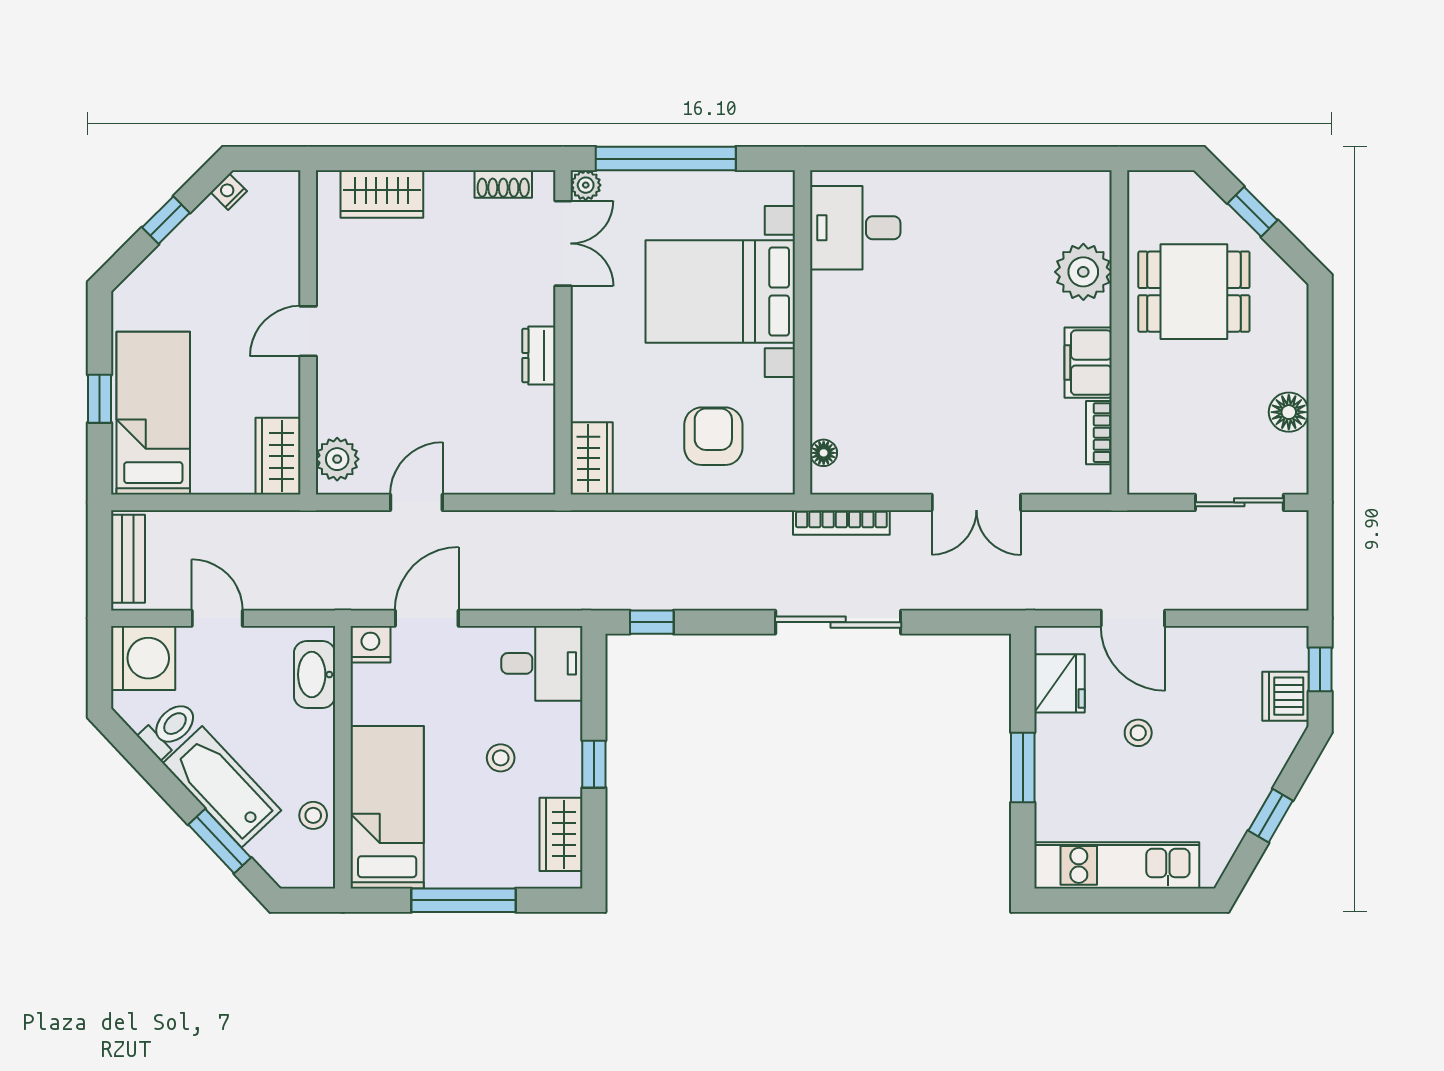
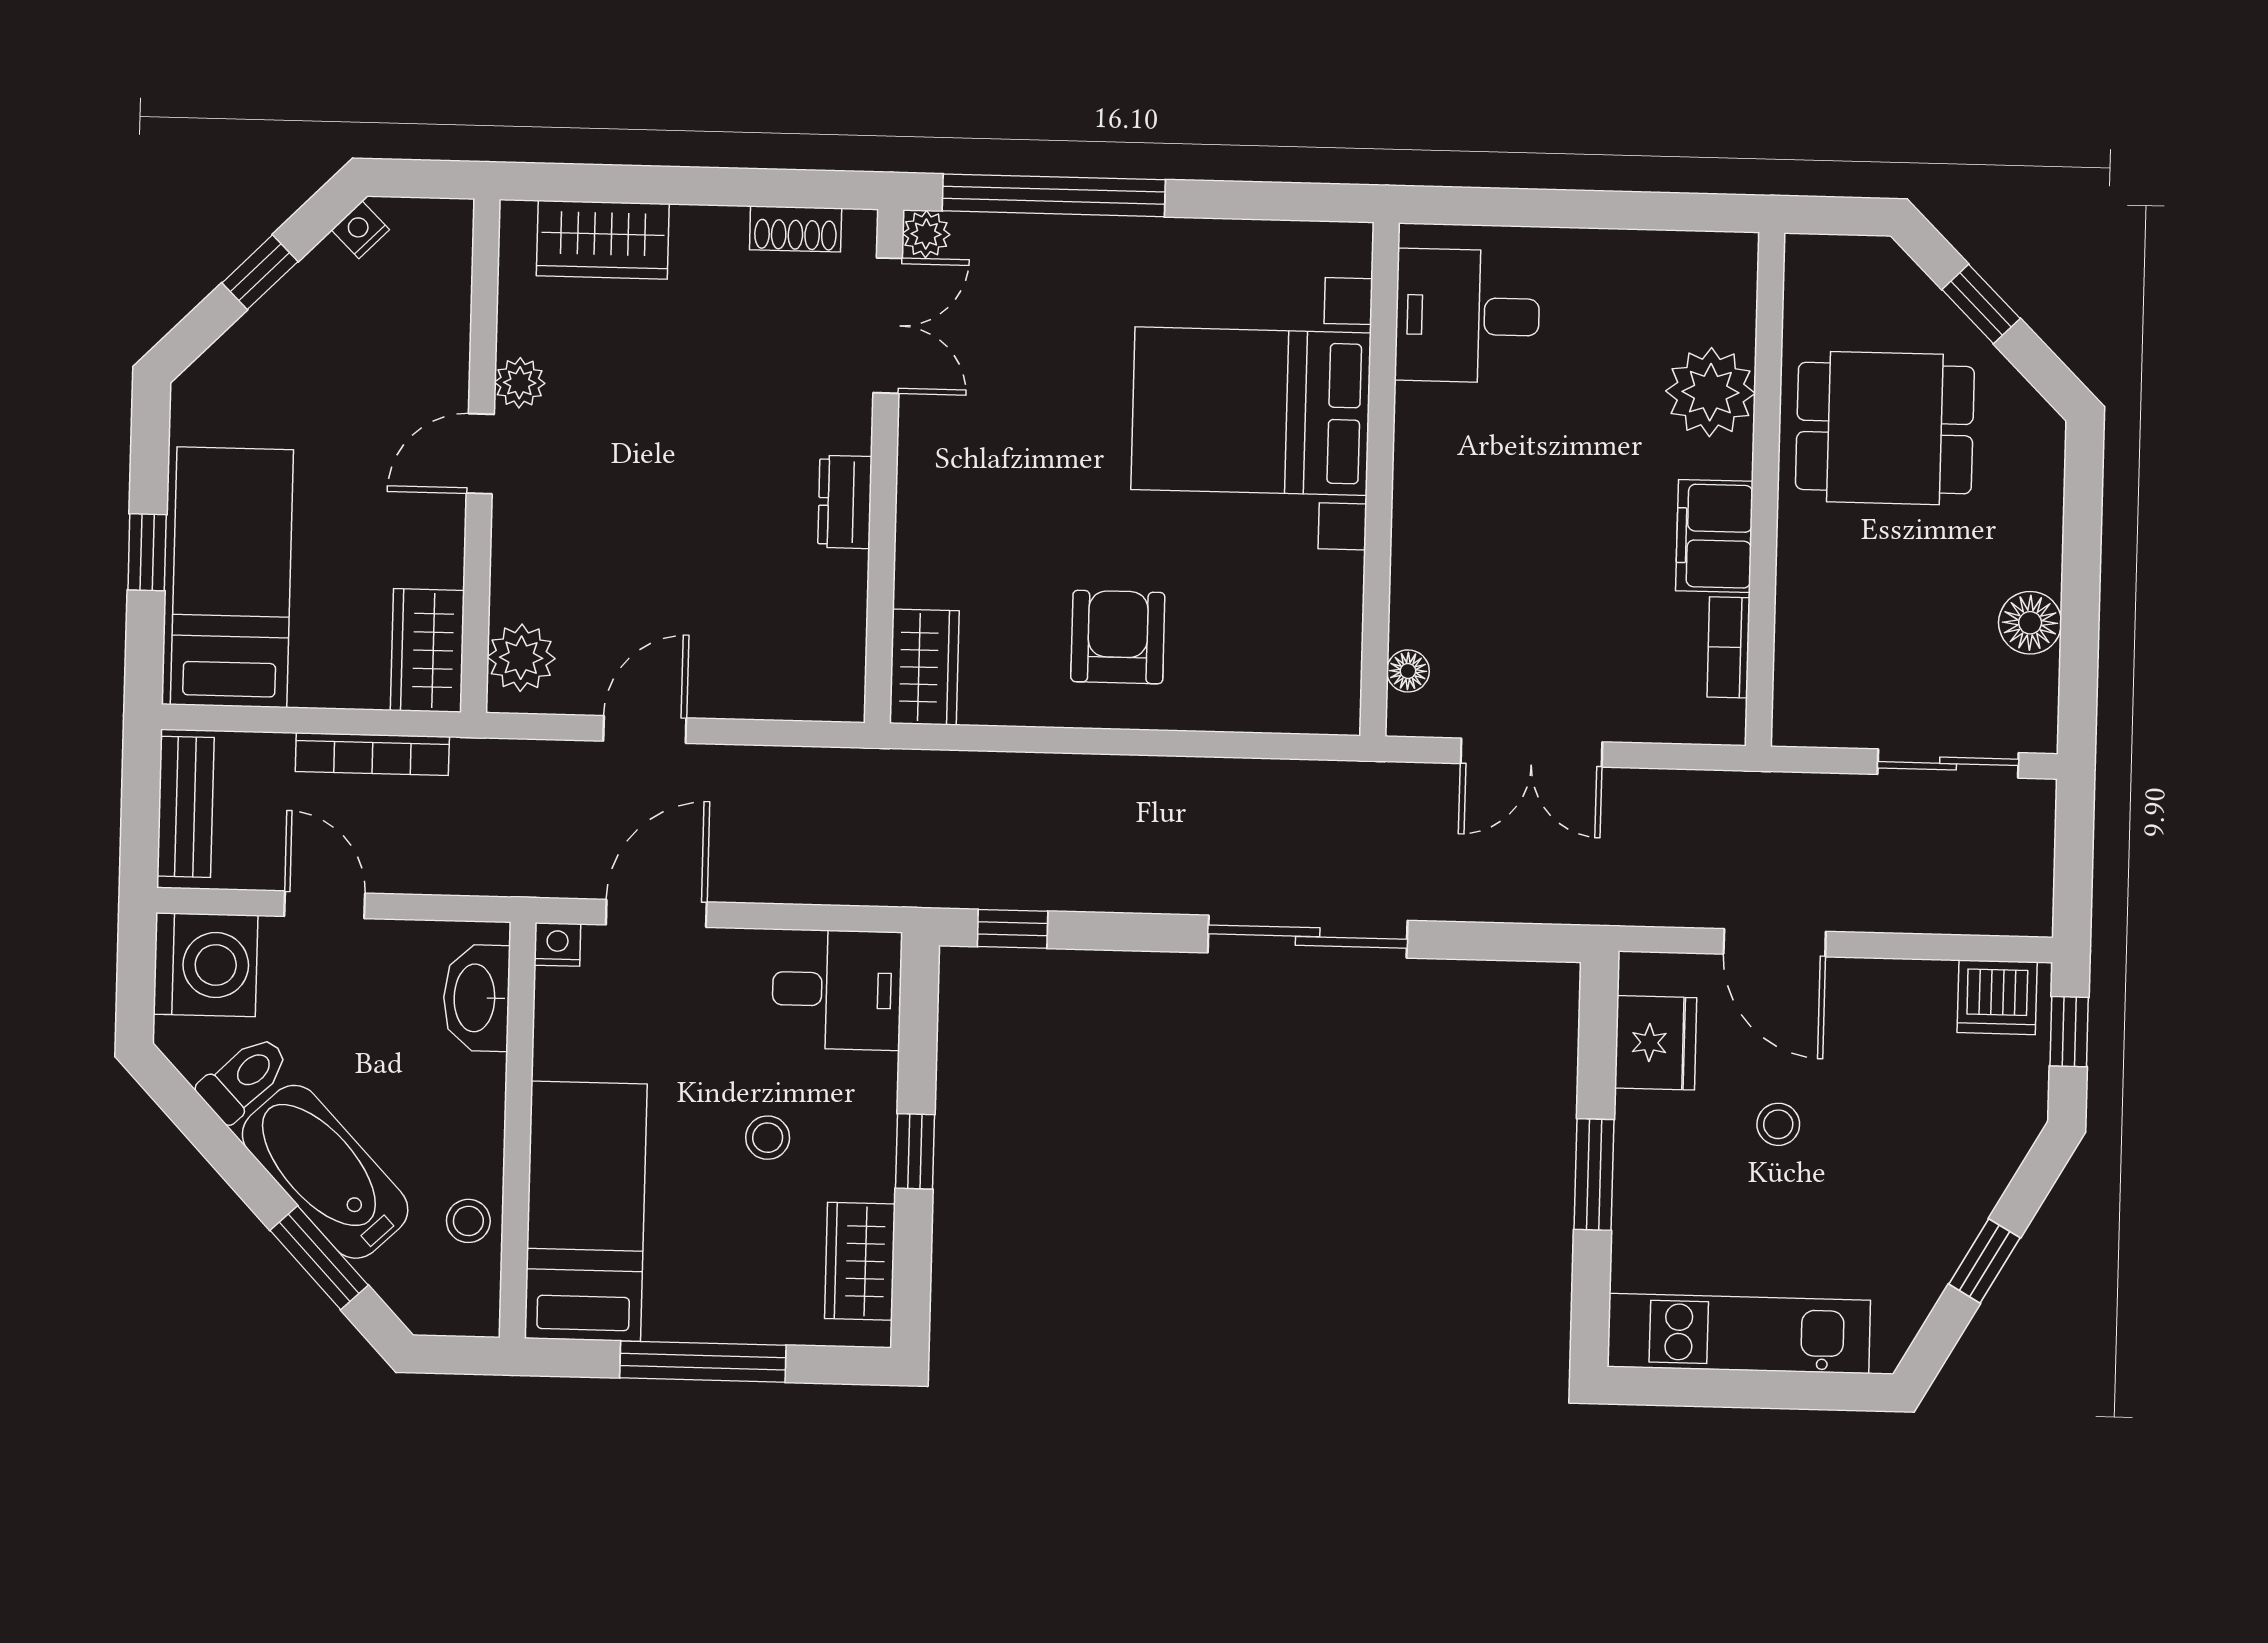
desk: (855, 228) -> (1467, 316), moved
plant: (332, 286) -> (520, 383), added
bed with nightstands: (720, 292) -> (1251, 411), moved
wall: (803, 332) -> (1380, 479), moved
floor lamp: (824, 453) -> (1408, 671), moved
bookcase: (841, 522) -> (372, 754), moved
nightstand: (370, 644) -> (557, 944), width x0.72, depth x0.74
dishwasher: (1286, 696) -> (1997, 997), moved, turned -90

